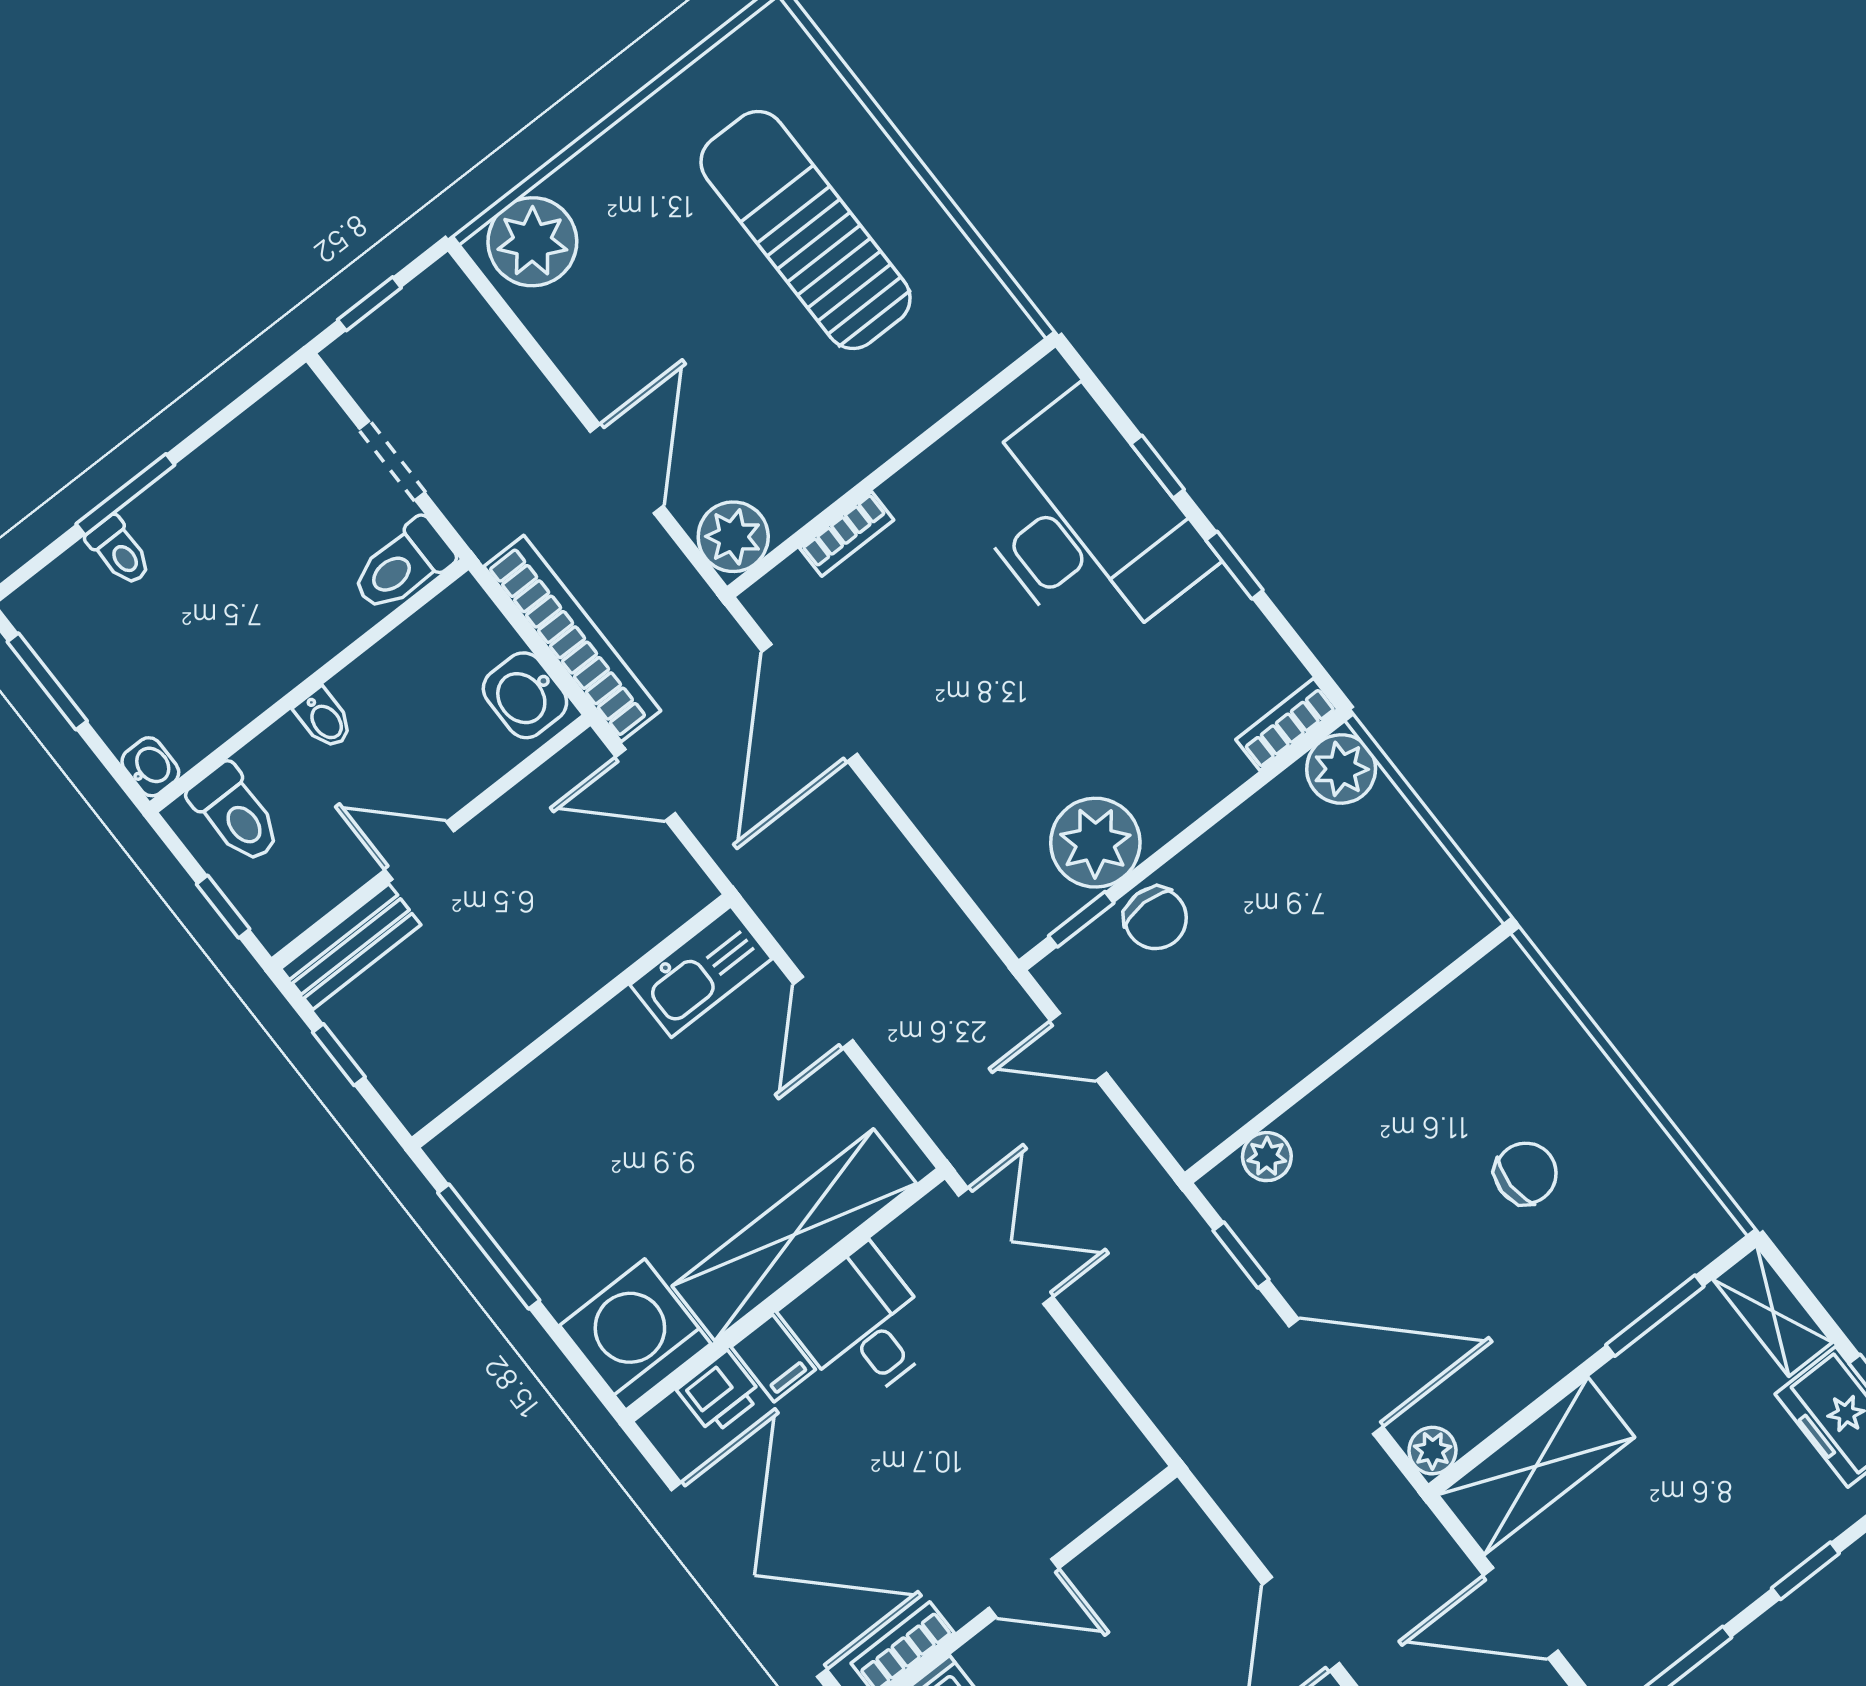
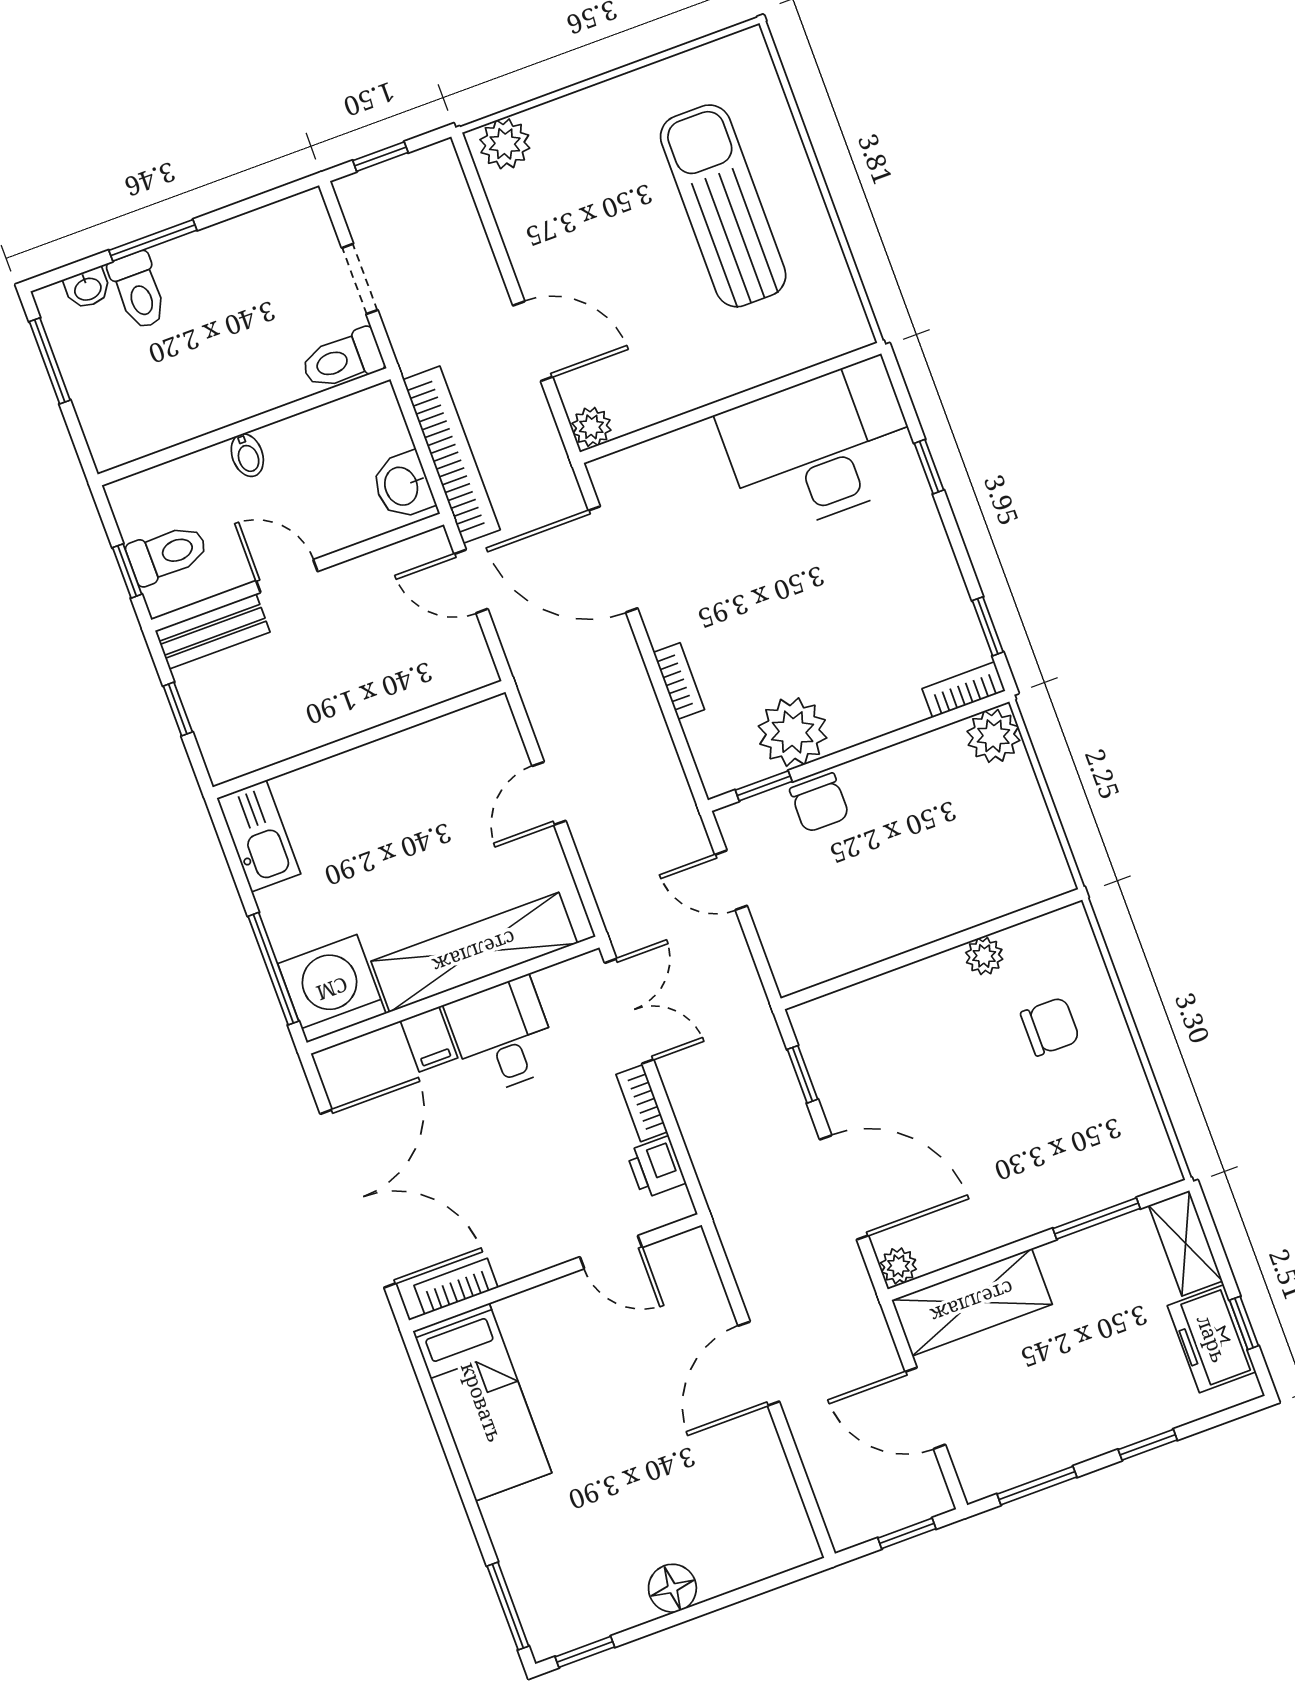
plant: (532, 242) -> (505, 144), width x0.73, depth x0.73
door: (627, 469) -> (533, 341), hinge flipped
desk: (1084, 524) -> (820, 447), moved, turned -90
bookcase: (847, 534) -> (679, 681), moved, turned -90
plant: (733, 537) -> (591, 427), width x0.73, depth x0.73
toilet: (119, 551) -> (138, 291), width x1.37, depth x1.39
window: (1234, 565) -> (988, 626), moved
door: (810, 703) -> (613, 559), hinge flipped
washbasin: (150, 767) -> (87, 288), moved, turned 90
toilet: (236, 814) -> (167, 554), moved, turned -90
kitchen sink: (701, 972) -> (259, 836), moved, turned -90
plant: (1267, 1157) -> (984, 956), moved
chair: (1526, 1173) -> (1050, 1026), moved
window: (489, 1247) -> (273, 969), moved
bookcase: (1057, 1353) -> (642, 1103), added
printer: (720, 1393) -> (656, 1167), moved, turned 90
door: (1024, 1588) -> (611, 1252), moved

